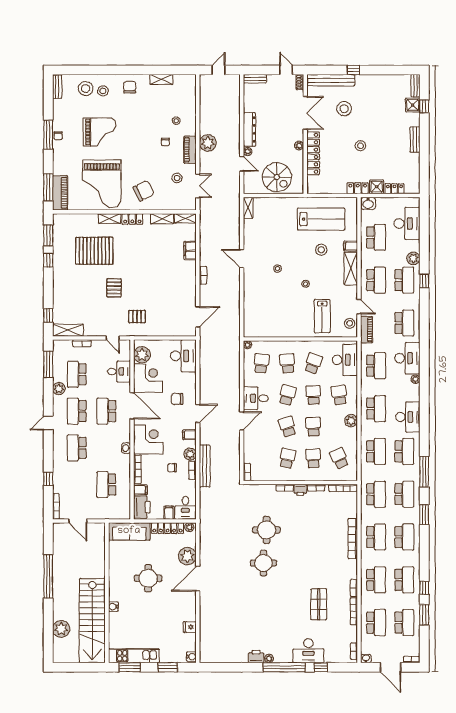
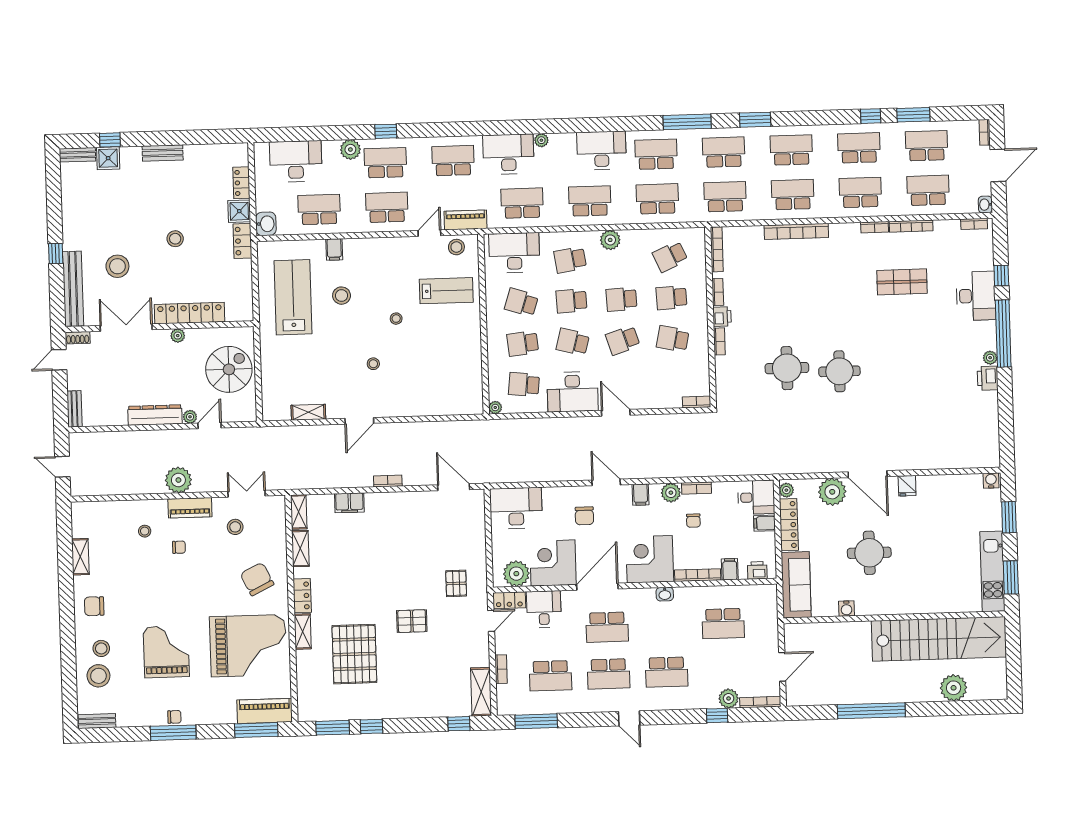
shelving: (248, 208) -> (308, 412), moved
shelving: (351, 269) -> (370, 248), removed
locker: (125, 350) -> (509, 600), added
plant: (59, 389) -> (729, 698), moved
desk: (256, 398) -> (573, 392), width x1.37
bench: (205, 466) -> (689, 469), removed
printer: (142, 507) -> (757, 570), width x0.53, depth x0.68
water cooler: (113, 607) -> (846, 609), moved
fridge: (190, 627) -> (907, 486), moved

